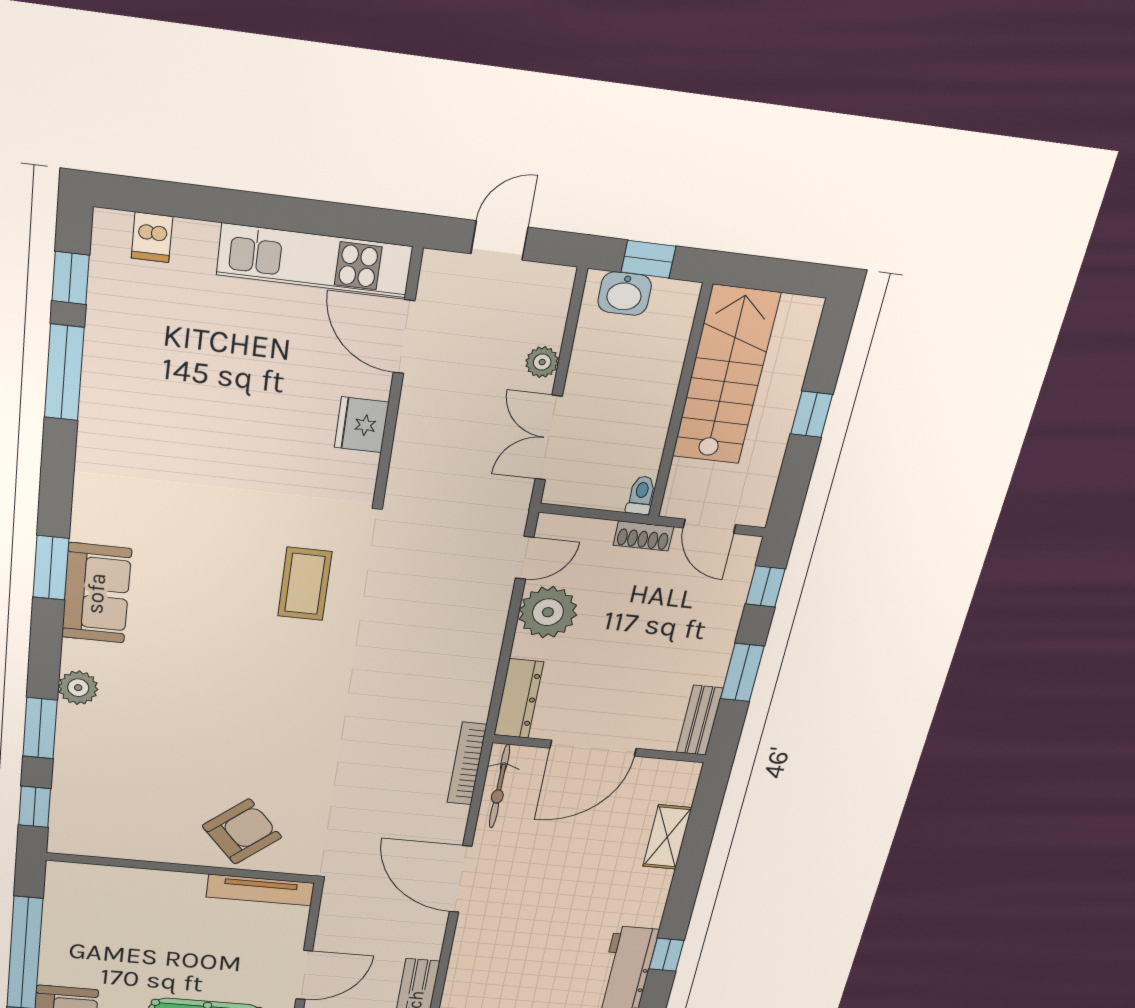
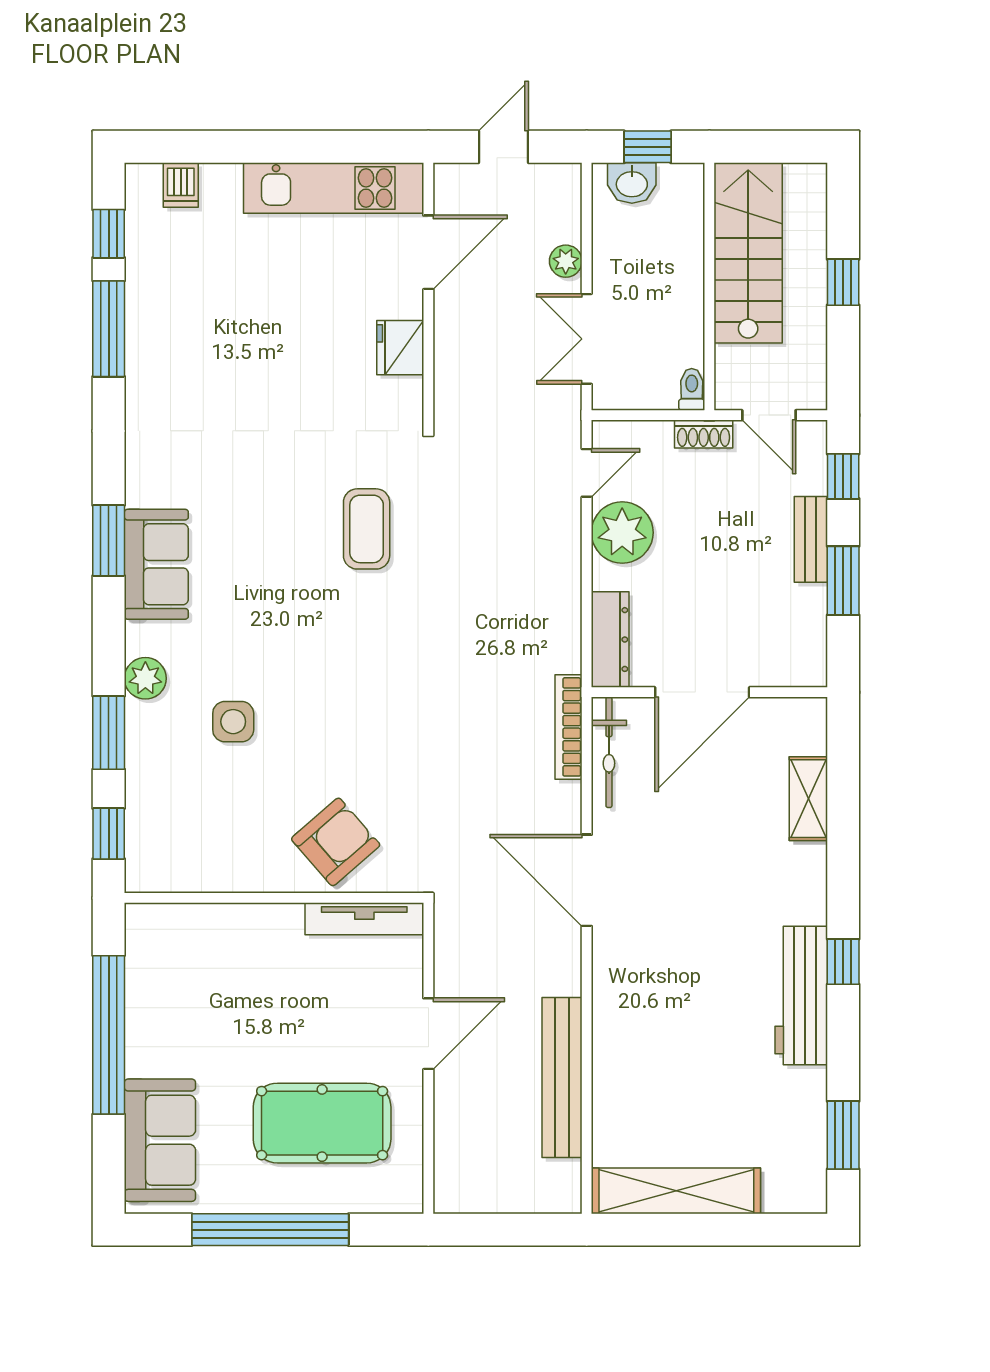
door: (404, 337) -> (428, 252), swing flipped
bench: (700, 720) -> (811, 539), moved
side table: (158, 730) -> (233, 722), added

